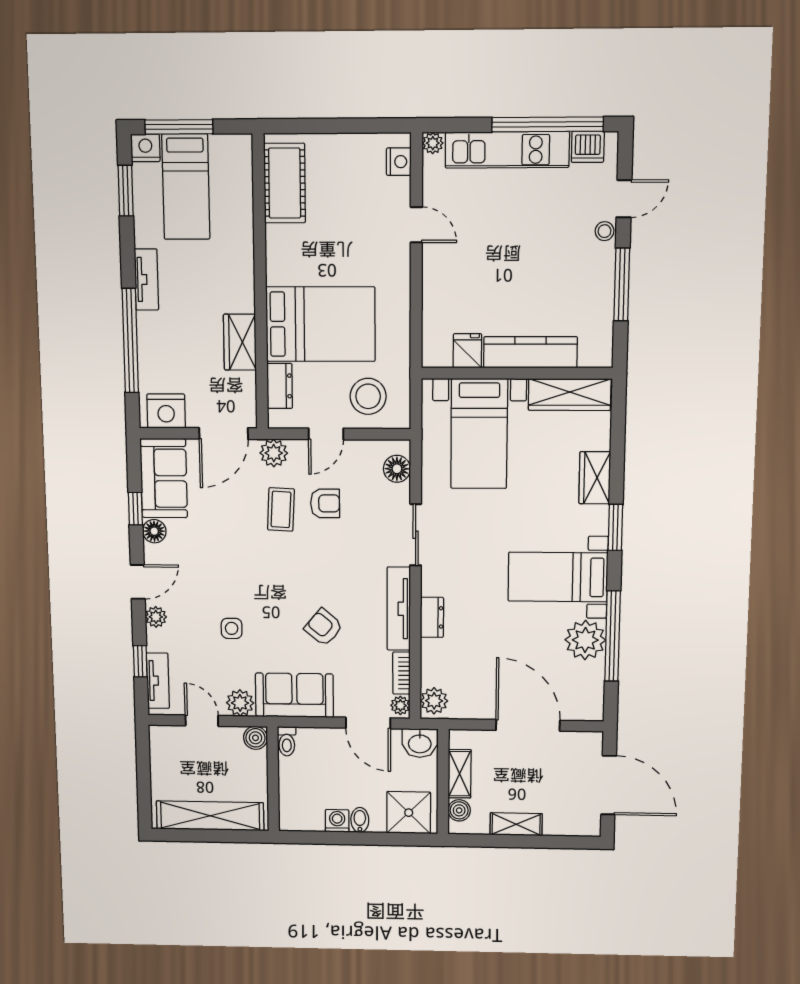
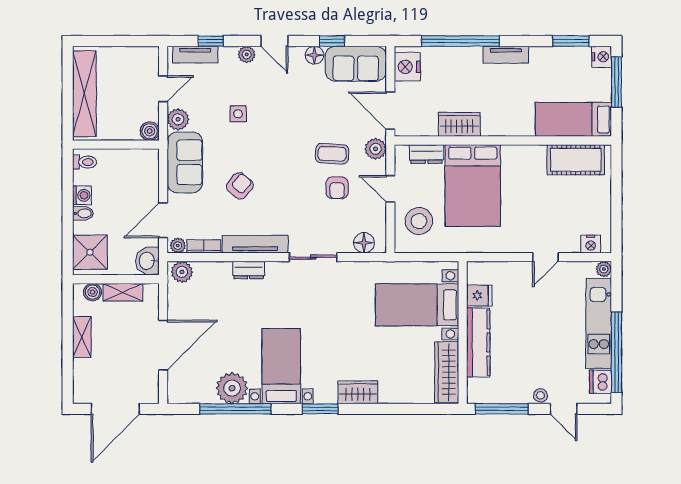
bed: (186, 187) -> (573, 119), moved
fridge: (467, 351) -> (479, 296), moved
kitchen counter: (530, 352) -> (478, 342), moved
wall: (517, 373) -> (463, 333), moved
wardrobe: (570, 395) -> (447, 372), moved
bed with nightstands: (479, 434) -> (417, 305), moved
toilet: (287, 741) -> (85, 162), moved, turned 180

